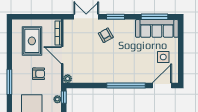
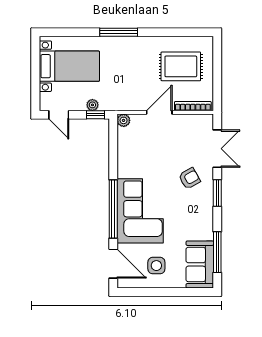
sofa: (157, 28) -> (200, 264), width x0.73
corner sofa: (127, 68) -> (140, 211), added
armchair: (39, 74) -> (131, 76), removed

